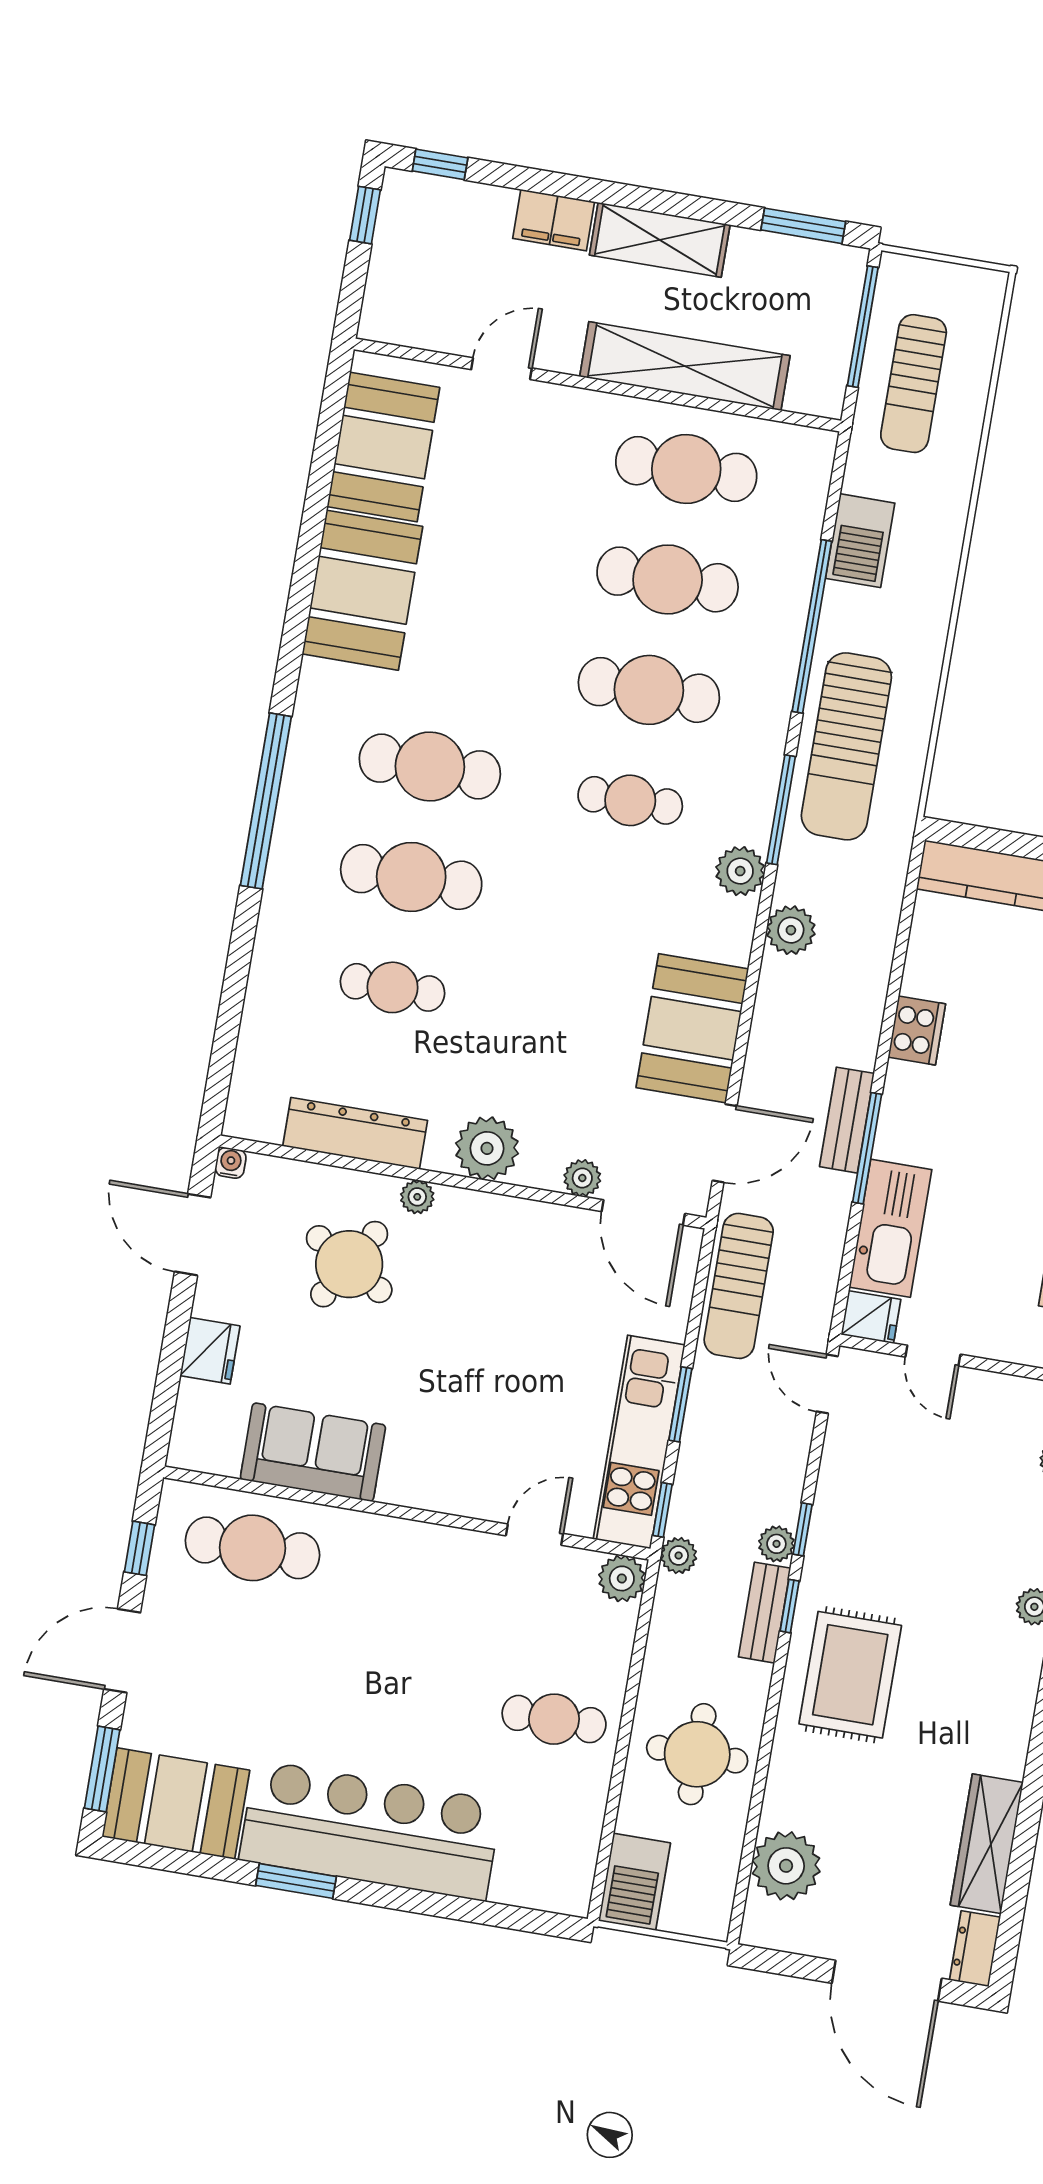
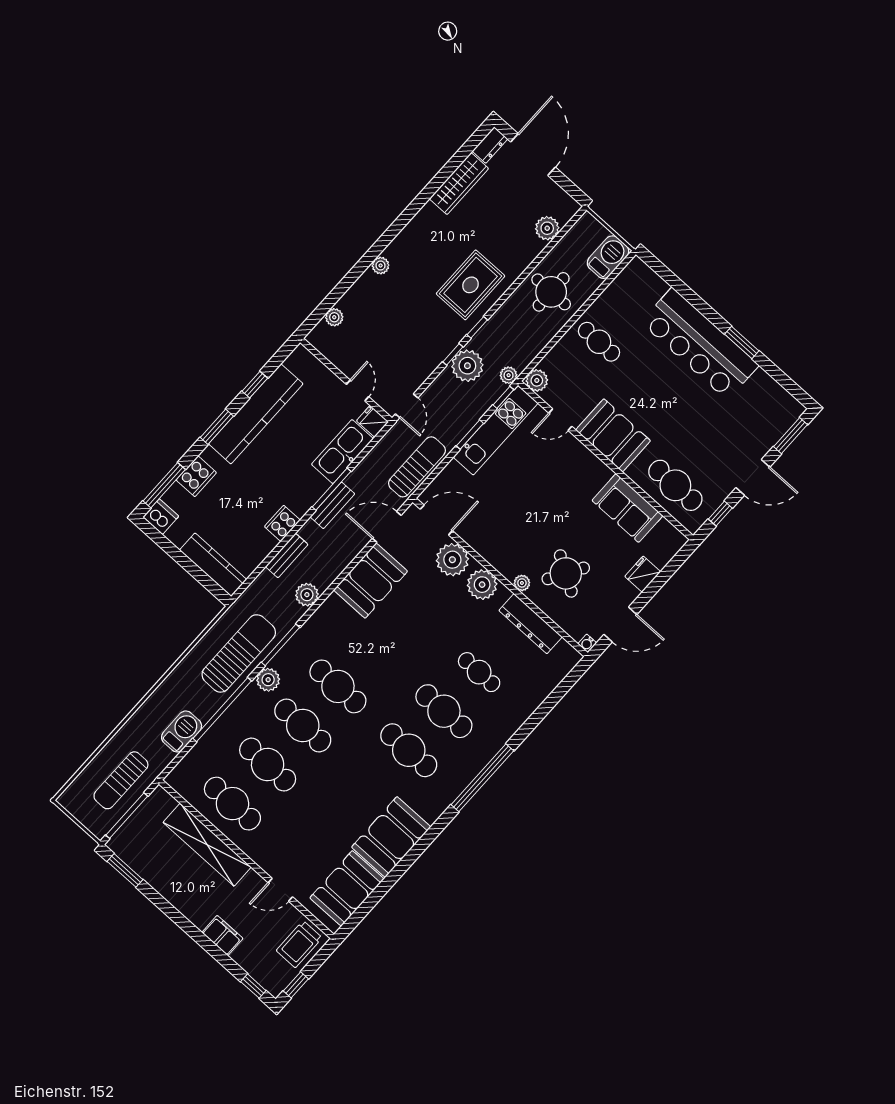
shelving: (660, 240) -> (185, 901), removed
trolley: (405, 292) -> (299, 944), added
sun lounger: (914, 384) -> (121, 780), turned 180
cafe table: (630, 800) -> (338, 686), width x1.37, depth x1.35
plant: (740, 871) -> (268, 680), moved
plant: (582, 1178) -> (452, 560), width x1.87, depth x1.87
door: (643, 1213) -> (436, 520), hinge flipped
door: (193, 1235) -> (620, 624), hinge flipped
plant: (776, 1544) -> (467, 366), width x1.87, depth x1.87
bench: (765, 1613) -> (287, 556), moved
booth: (176, 1804) -> (613, 435), moved
plant: (786, 1866) -> (547, 228), width x0.73, depth x0.73

